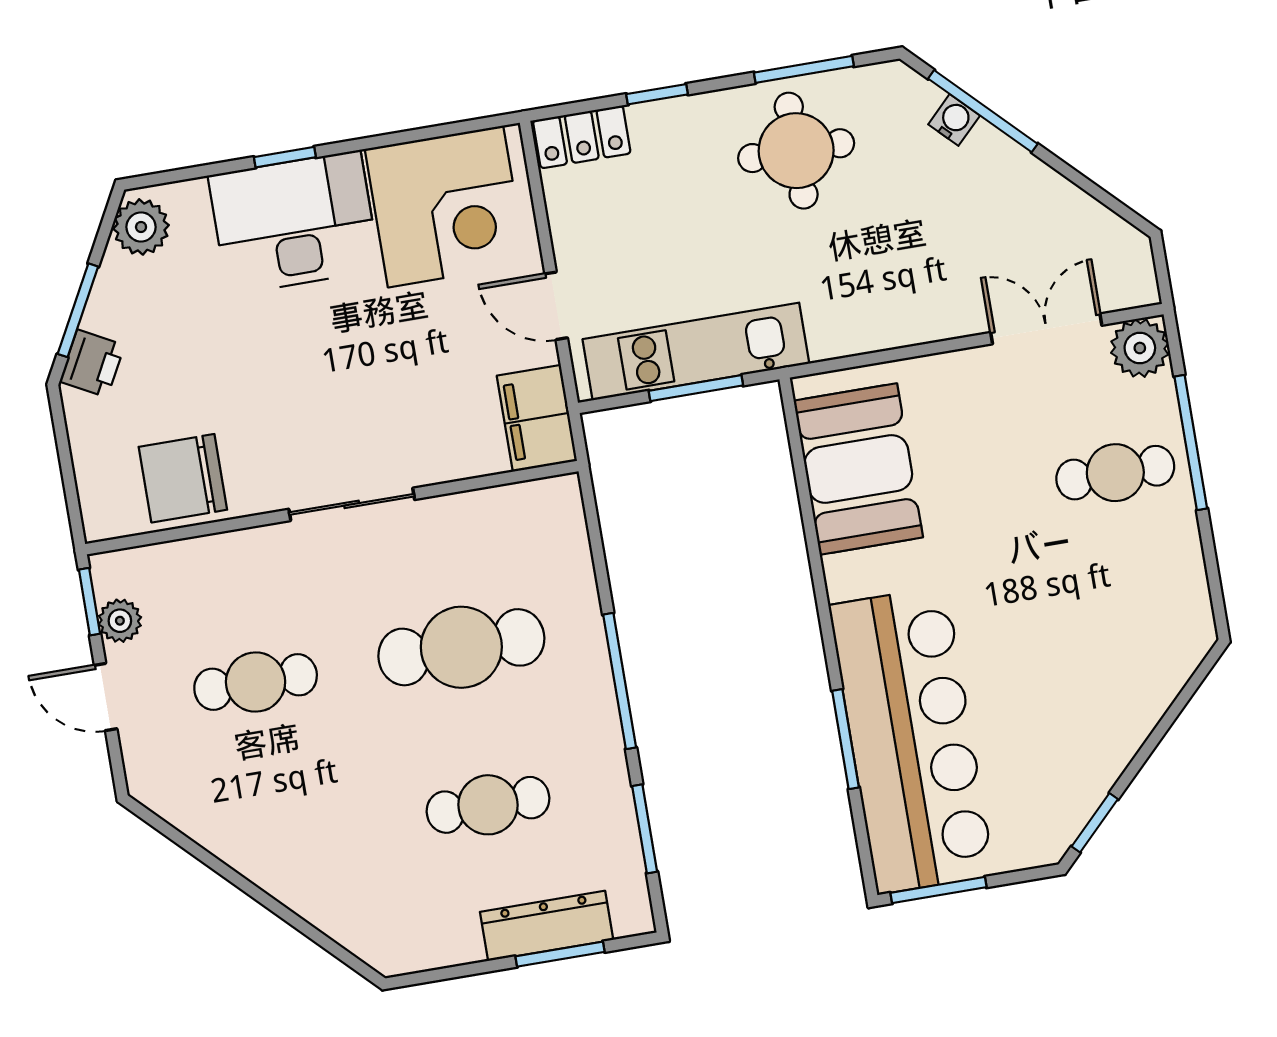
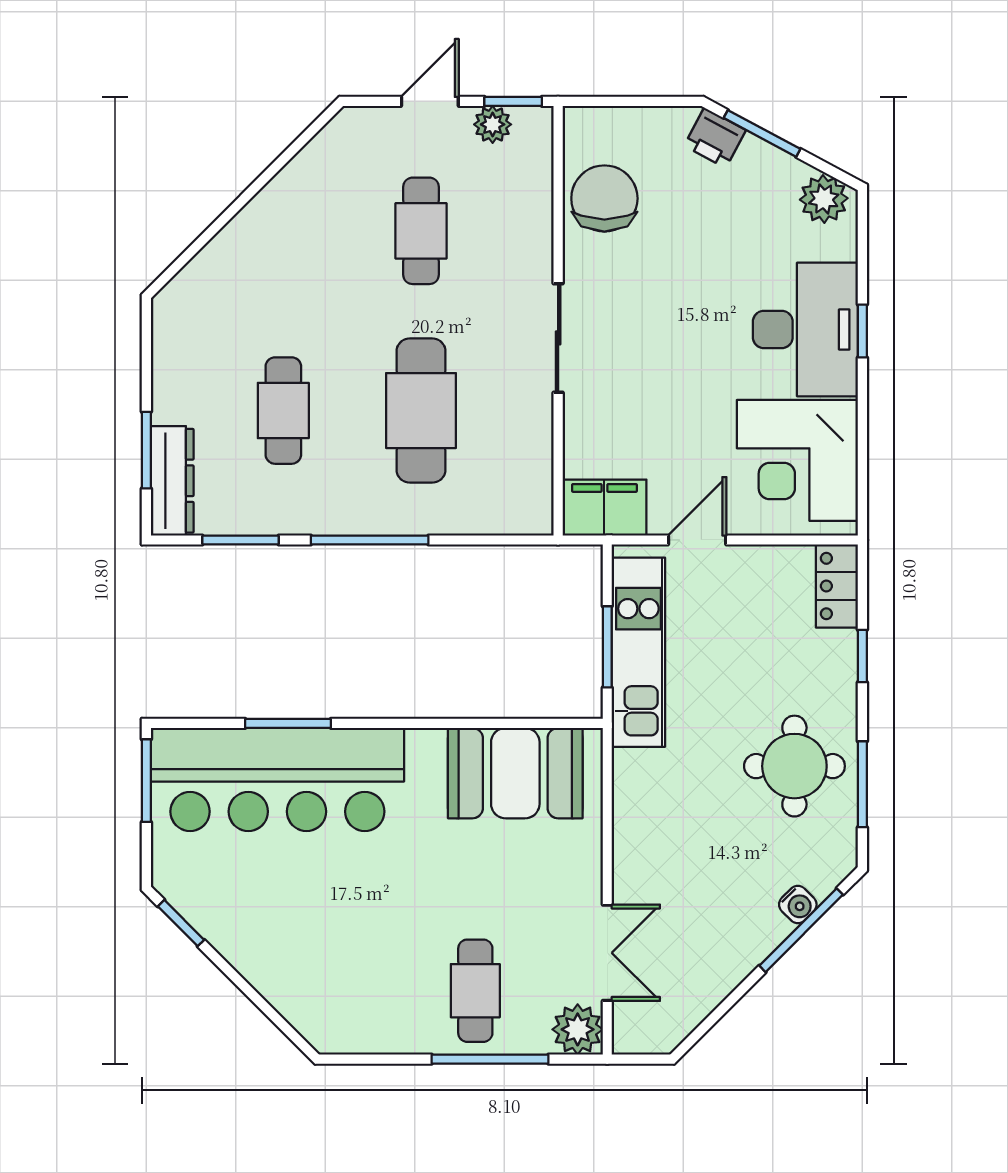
dresser: (547, 926) -> (172, 481), moved

